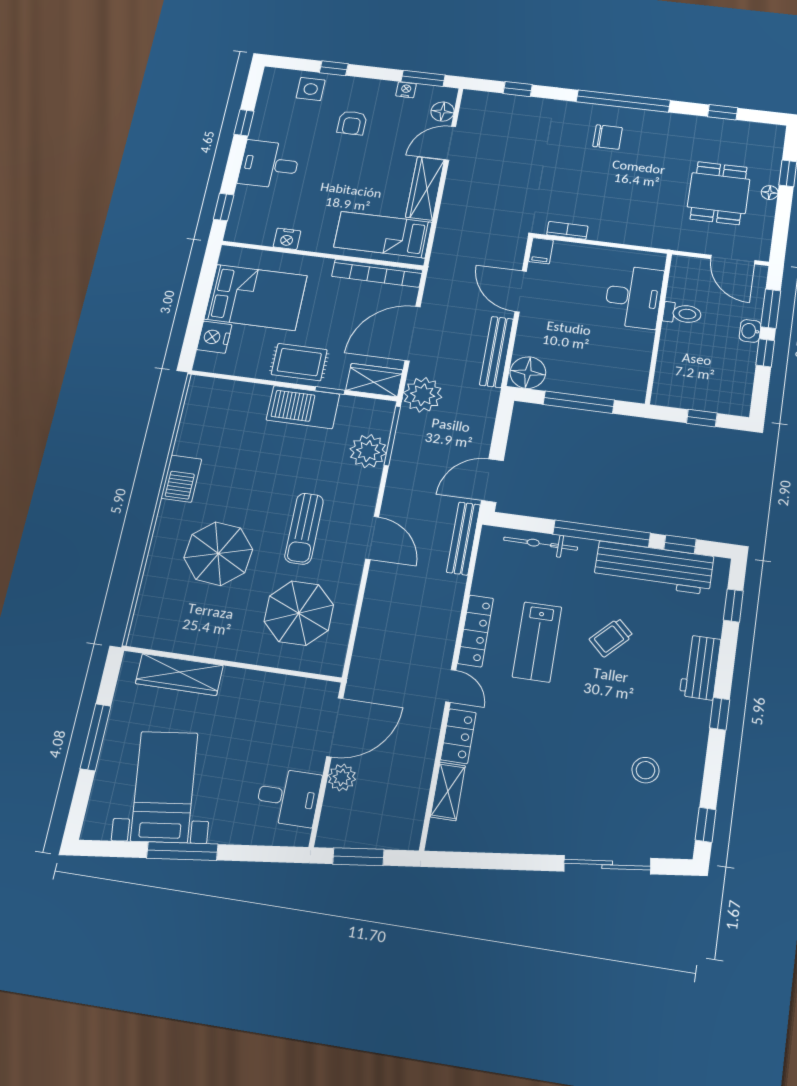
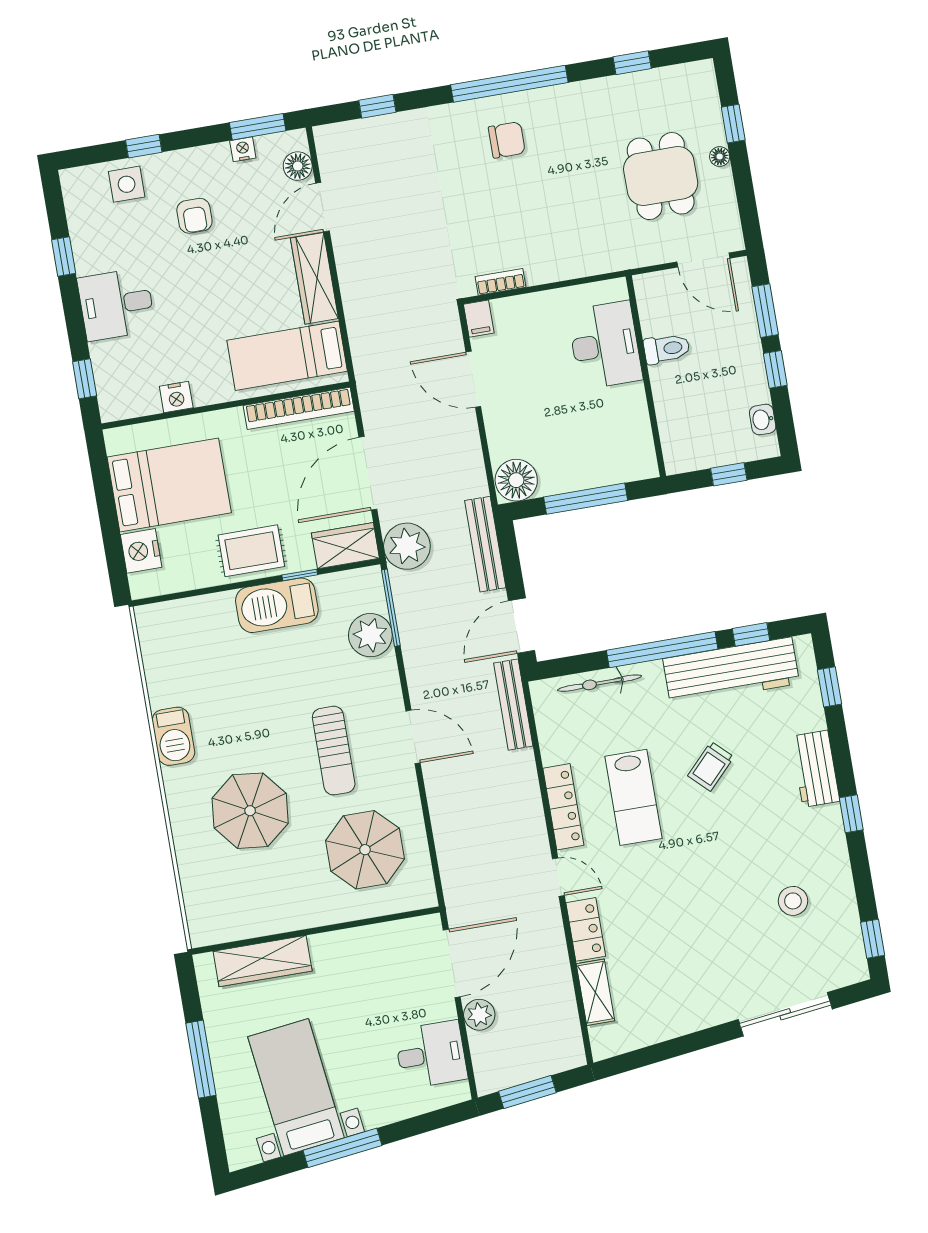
washbasin: (750, 331) -> (763, 420), moved
bench: (496, 352) -> (485, 544), moved

